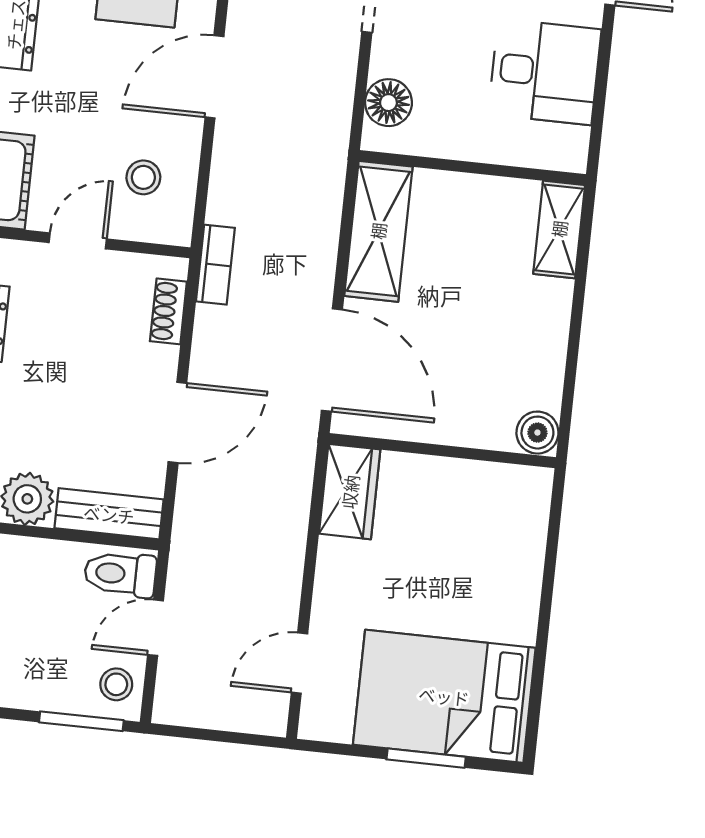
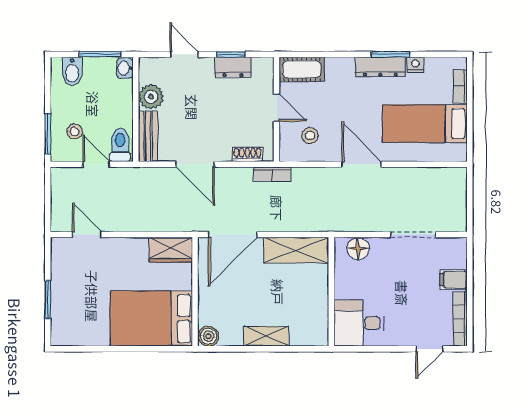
desk: (545, 72) -> (359, 323), moved, turned 90
shelving: (559, 229) -> (266, 336), moved
stool: (116, 684) -> (75, 132), moved
bed: (444, 696) -> (151, 319), moved, turned -90

